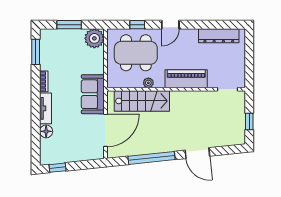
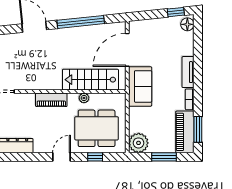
piano: (49, 49) -> (185, 132), added
piano: (186, 79) -> (51, 100), width x0.73, depth x0.75
floor lamp: (46, 131) -> (187, 24), moved

